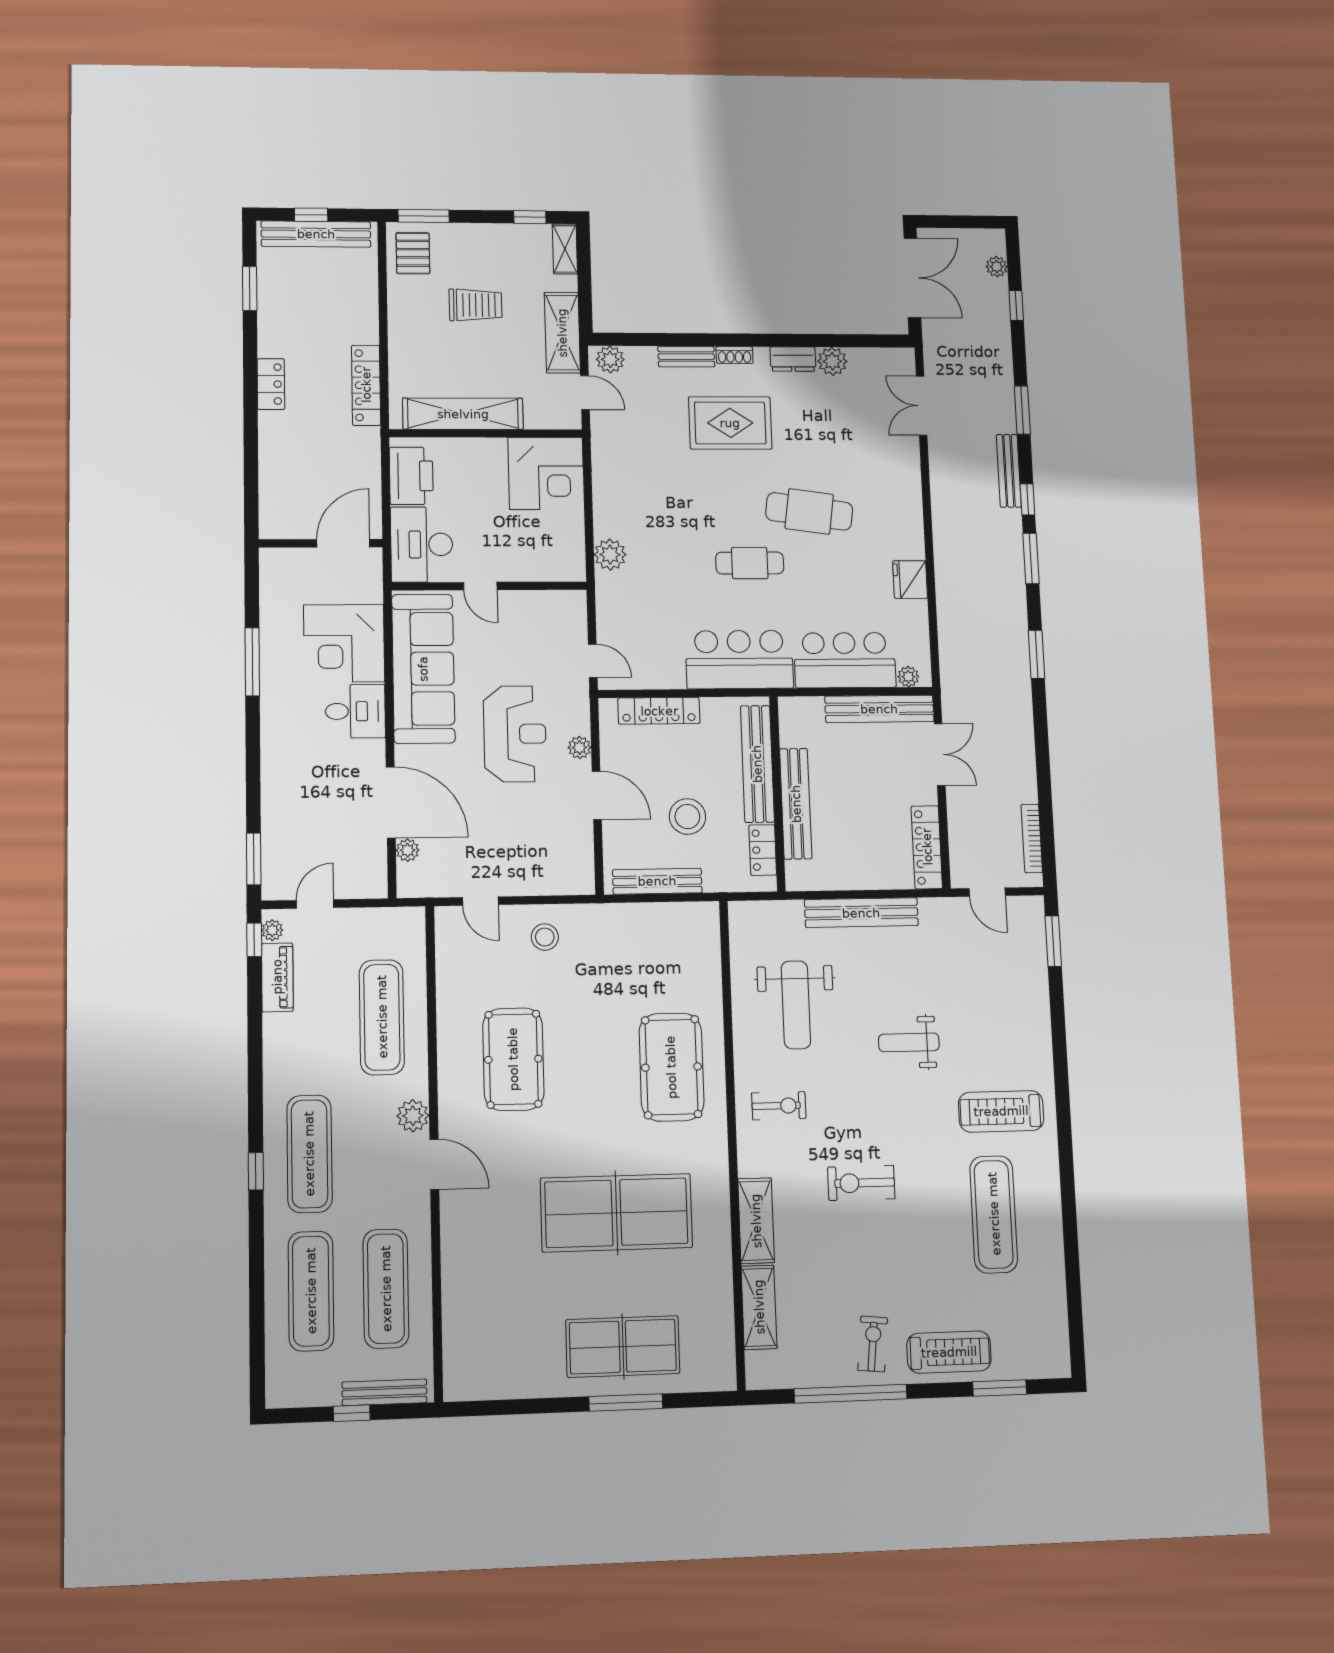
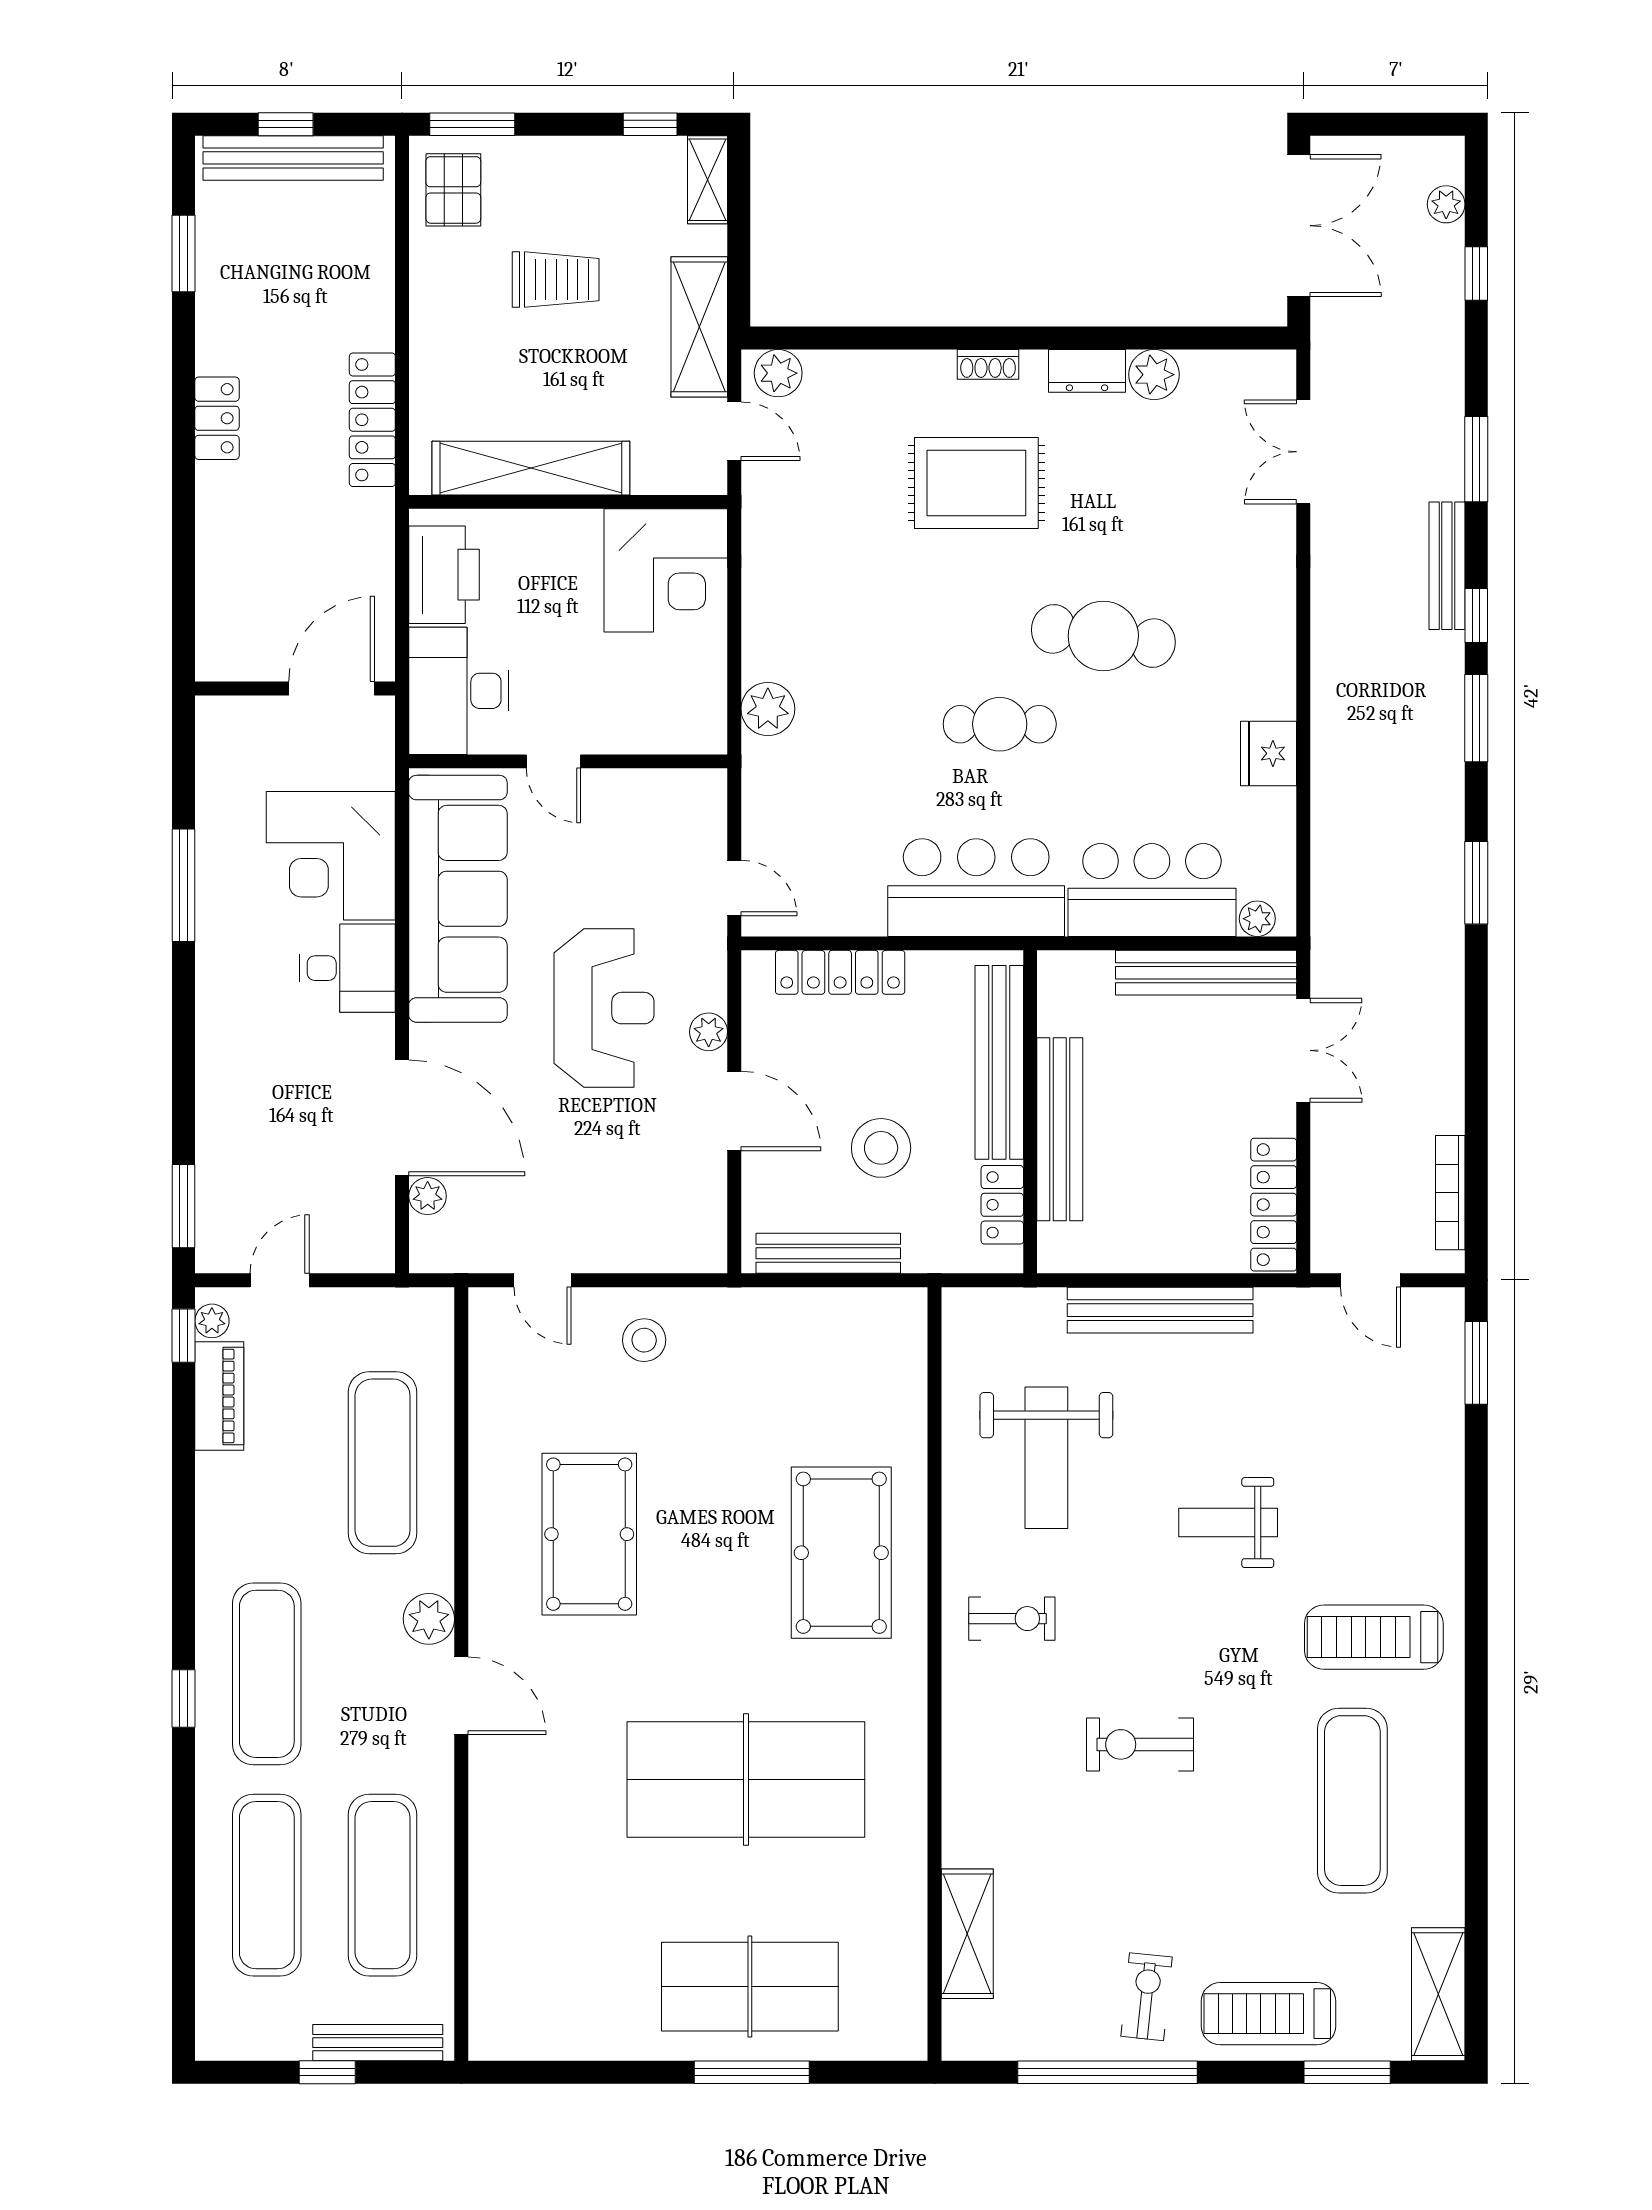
bench: (686, 357) -> (906, 367), removed
shelving: (756, 1221) -> (1438, 1994), moved
treadmill: (949, 1352) -> (1269, 2014), turned 180

